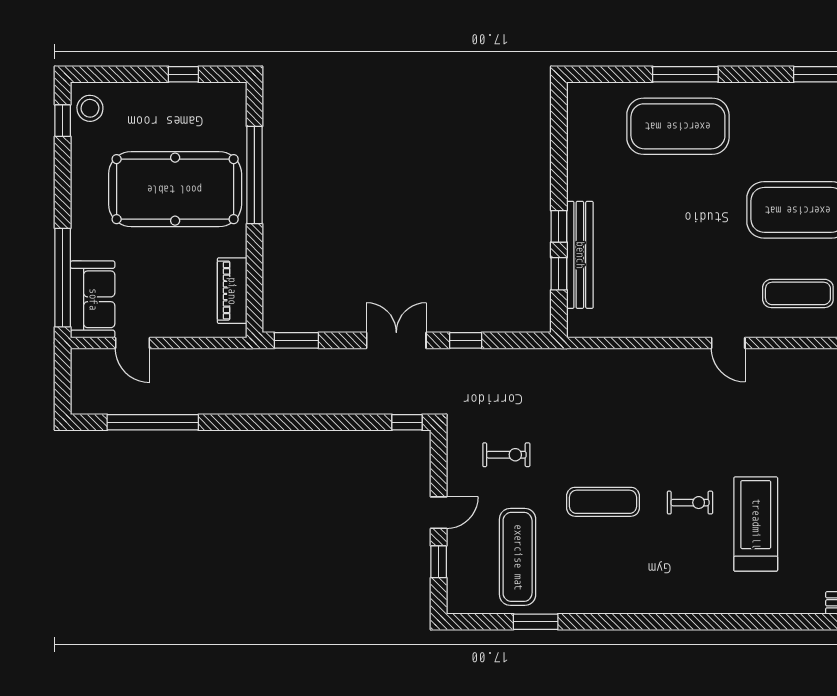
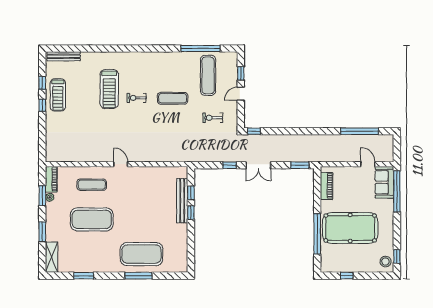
window: (536, 622) -> (201, 48), width x2.11

